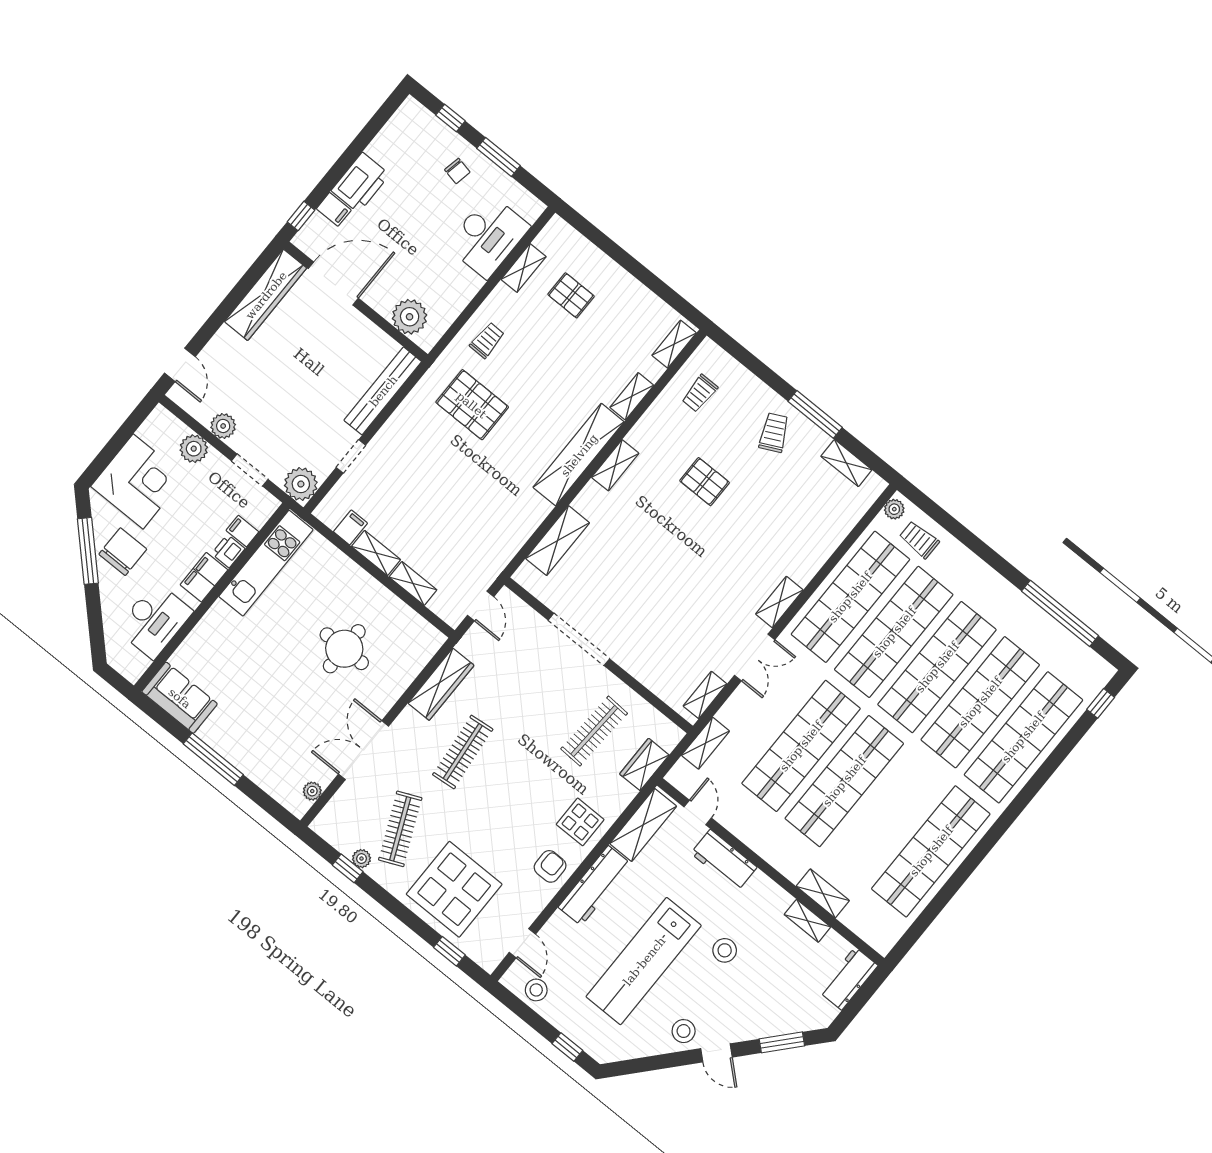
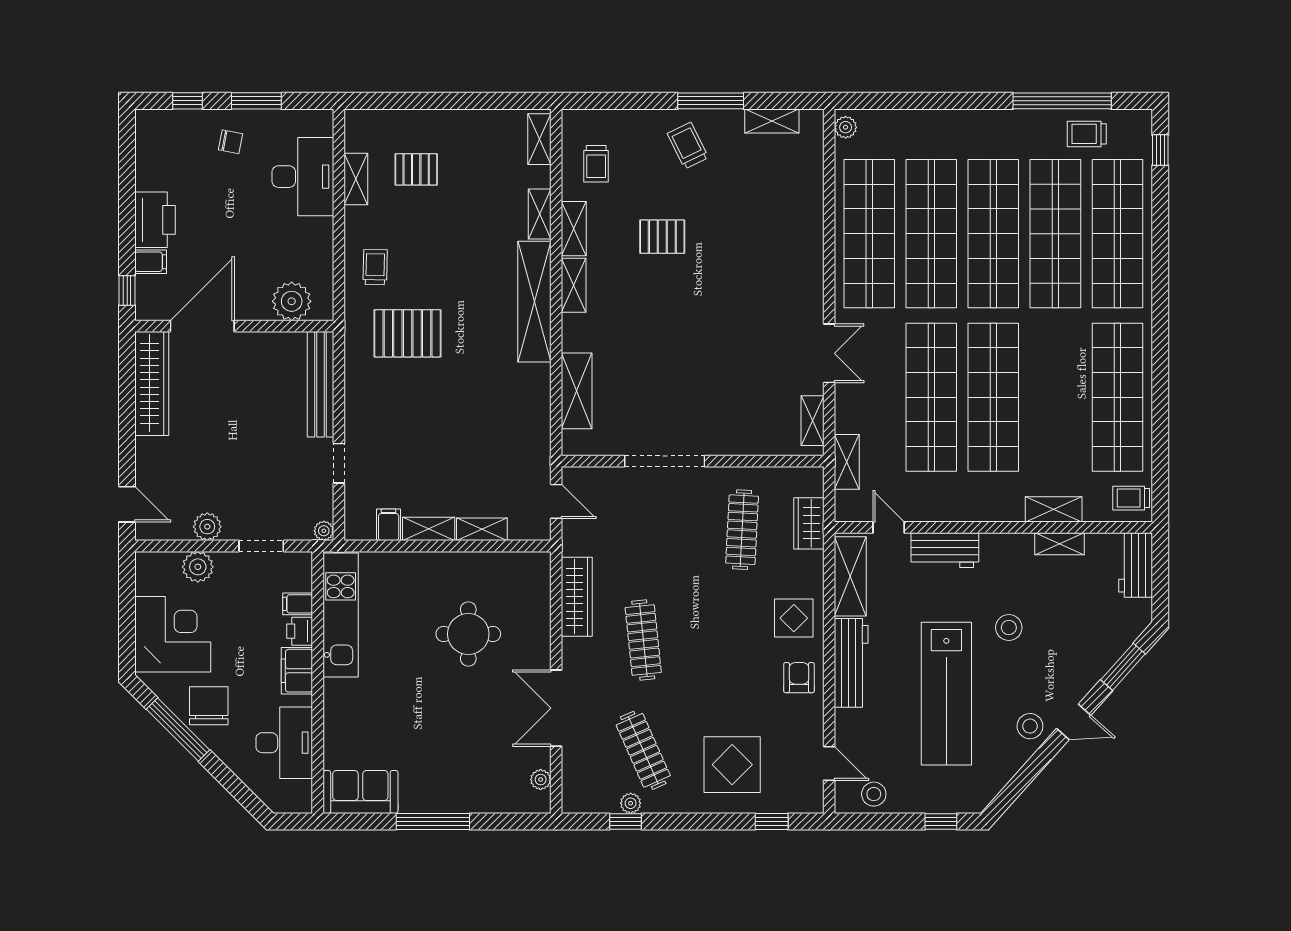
plant: (301, 484) -> (324, 531), width x0.53, depth x0.53
trolley: (919, 540) -> (1087, 134), moved
shelving: (779, 602) -> (574, 229), moved
display table: (454, 889) -> (732, 765), width x0.73, depth x0.73
trolley: (883, 929) -> (1131, 498), added

